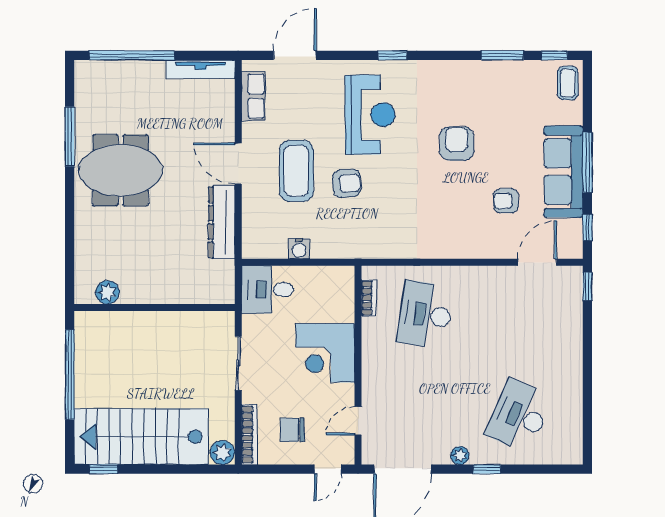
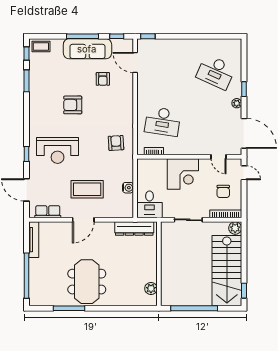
window: (393, 55) -> (26, 154), moved
reception desk: (370, 115) -> (58, 150), turned 180
armchair: (347, 183) -> (116, 143), moved
dresser: (222, 222) -> (134, 228), moved

